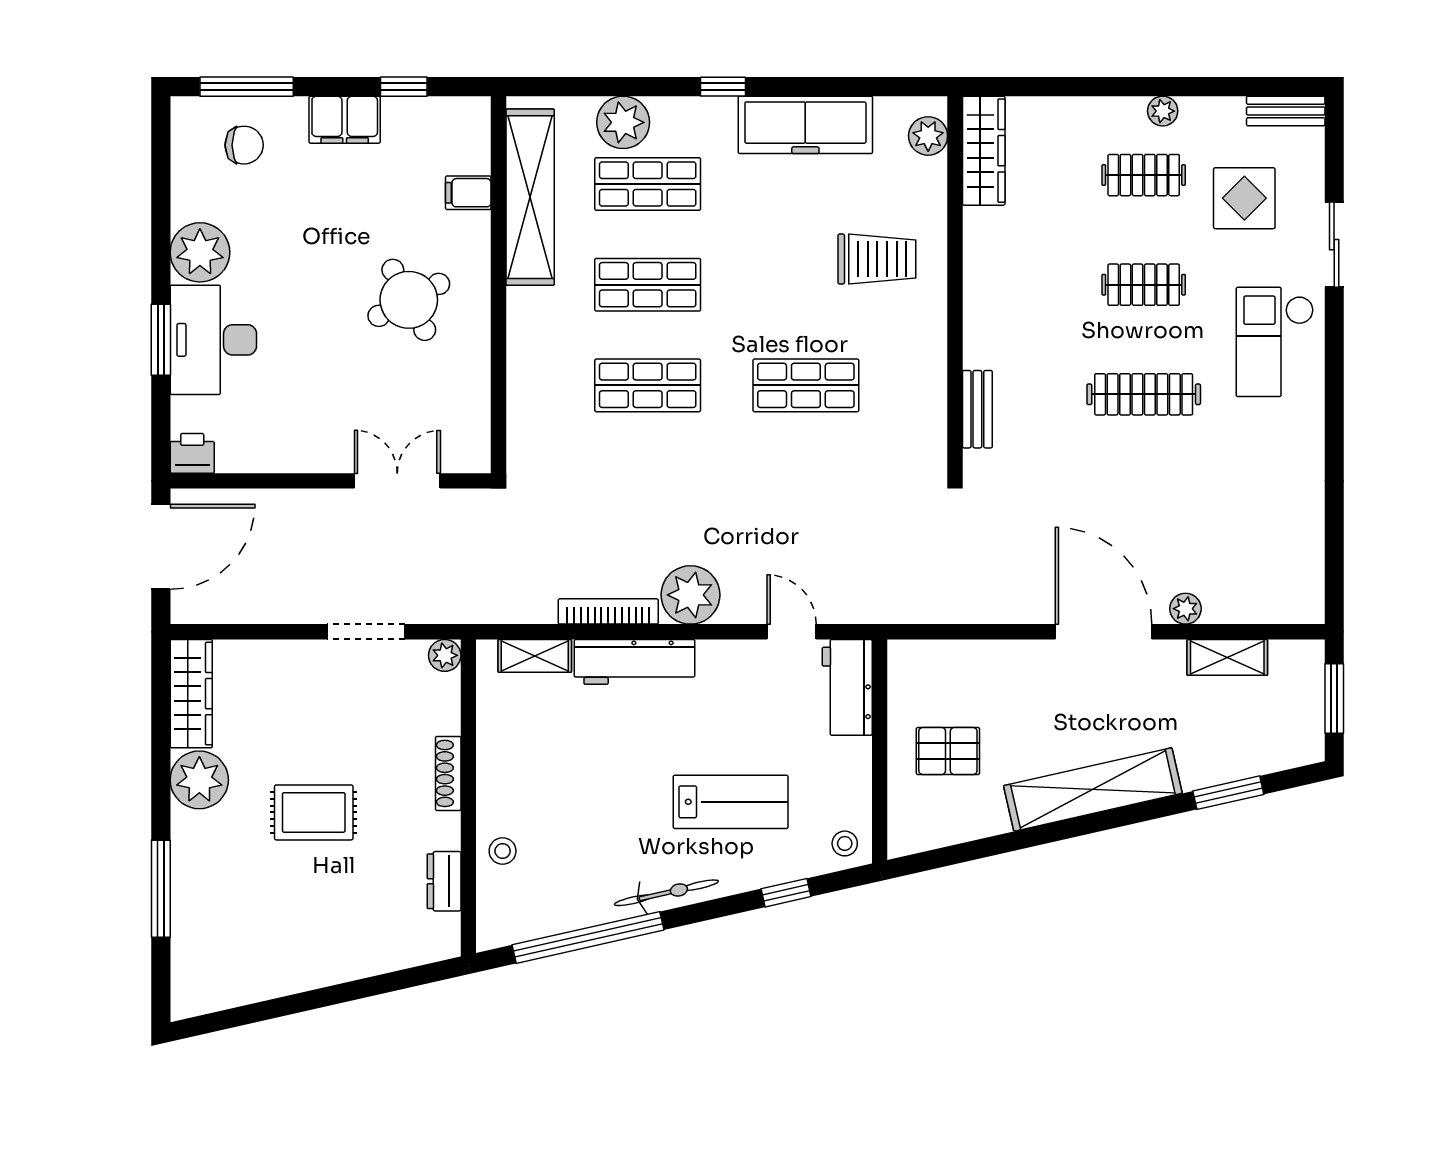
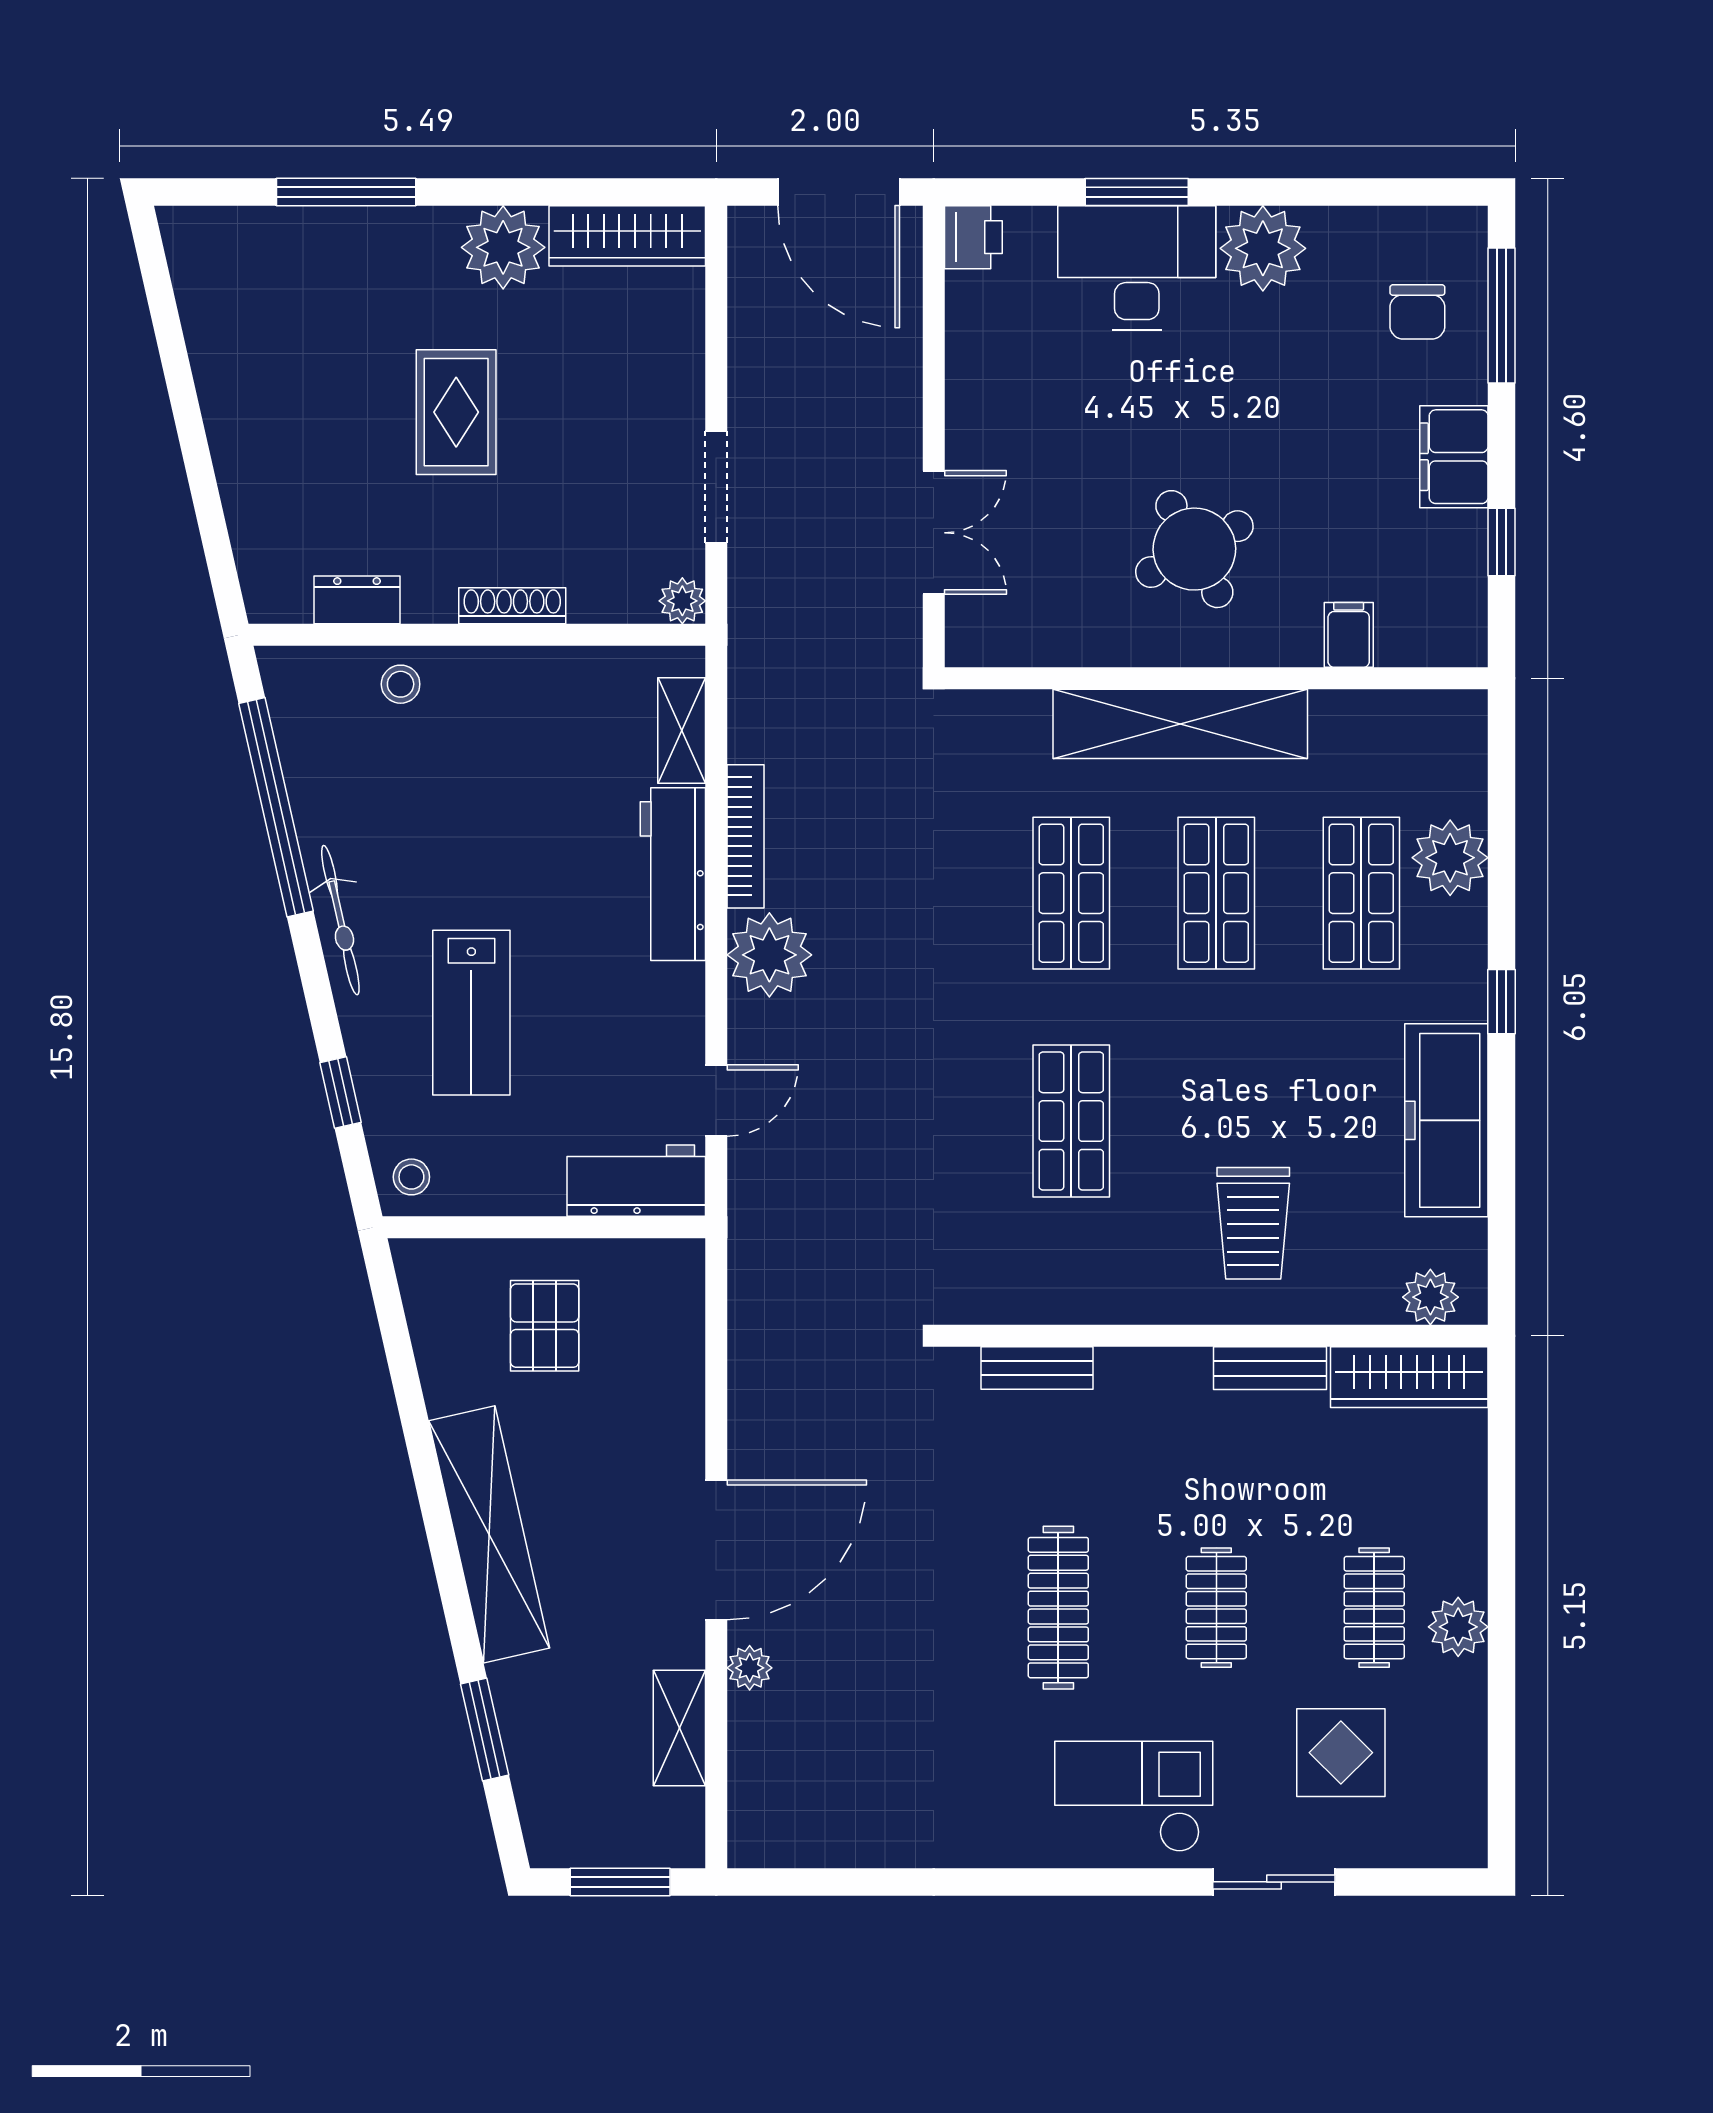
plant: (1163, 111) -> (1458, 1627), width x1.38, depth x1.38
bench: (1286, 111) -> (1270, 1368), moved, turned 90
shelving: (530, 197) -> (1180, 724), moved

